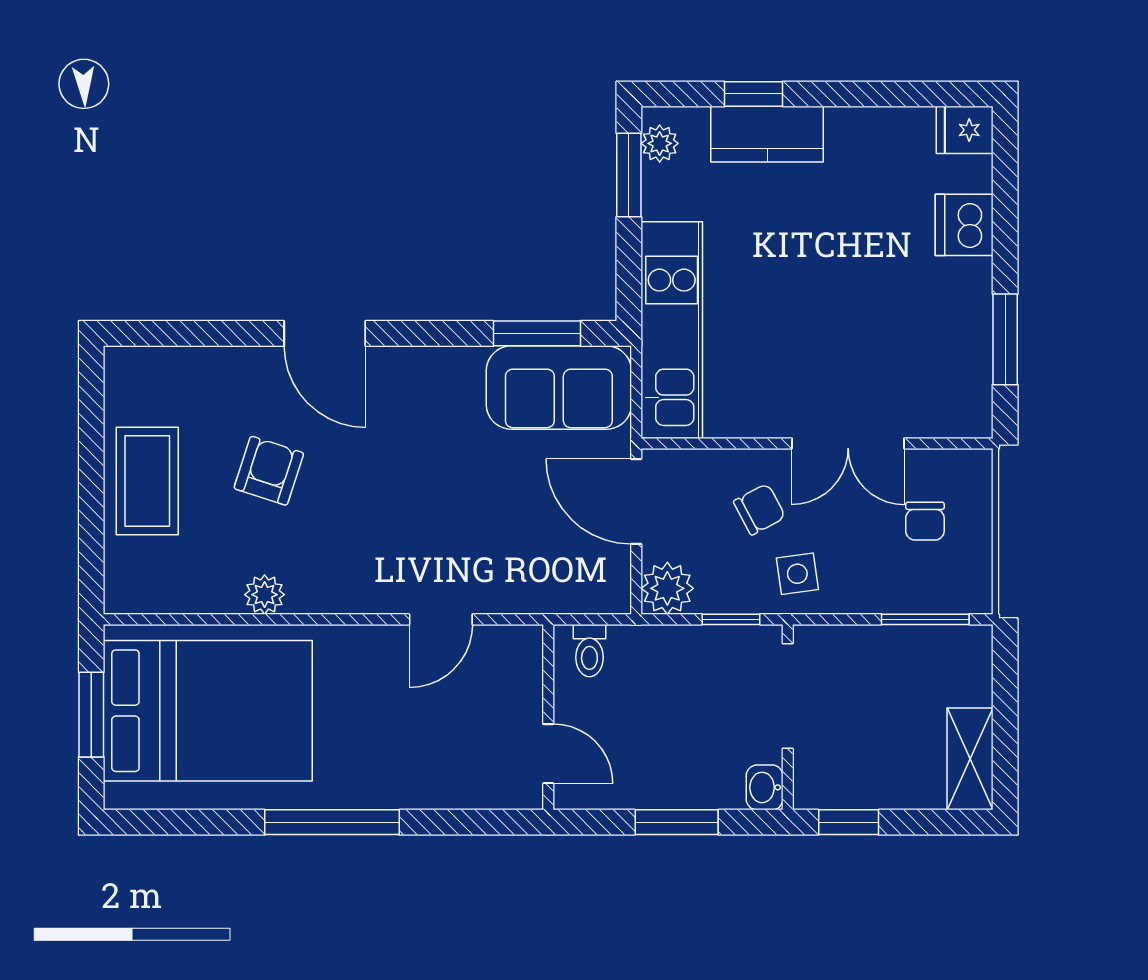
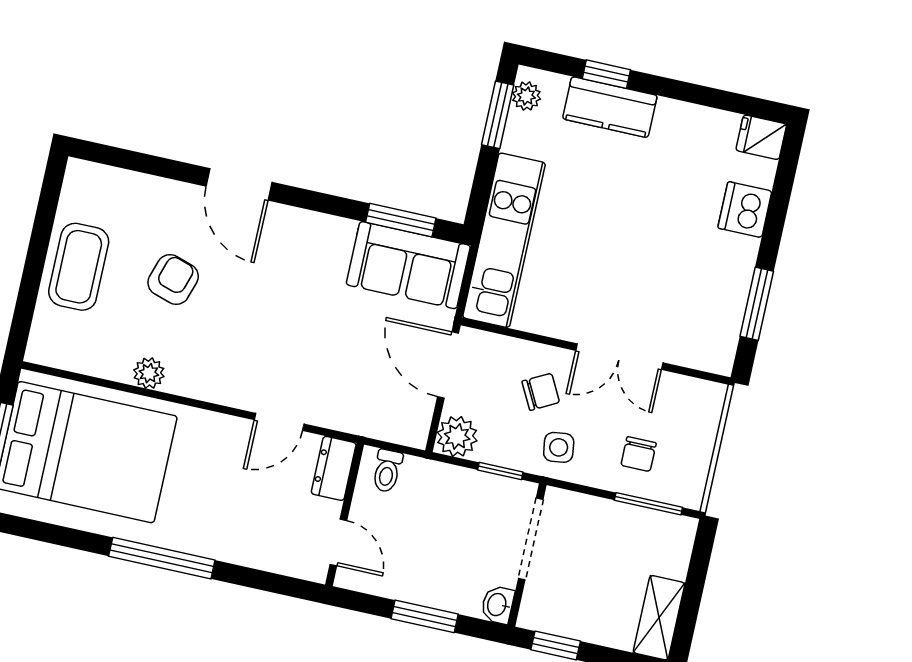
chair: (925, 521) -> (639, 454), moved
dresser: (522, 662) -> (334, 468), added

